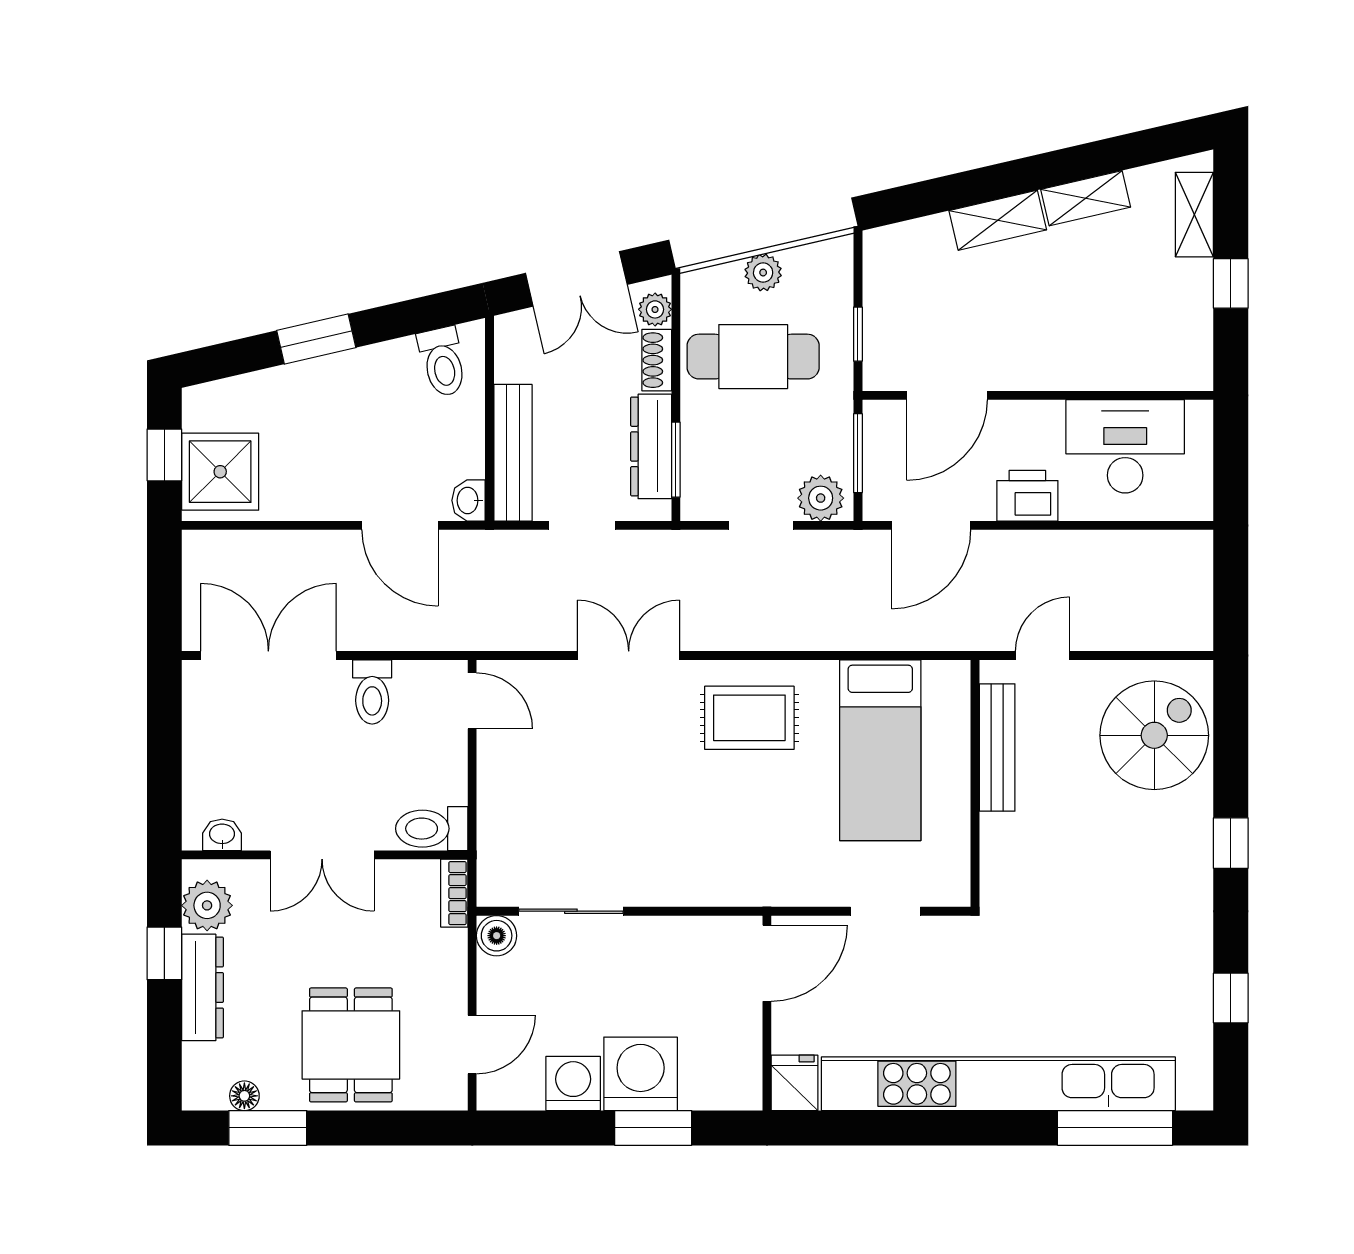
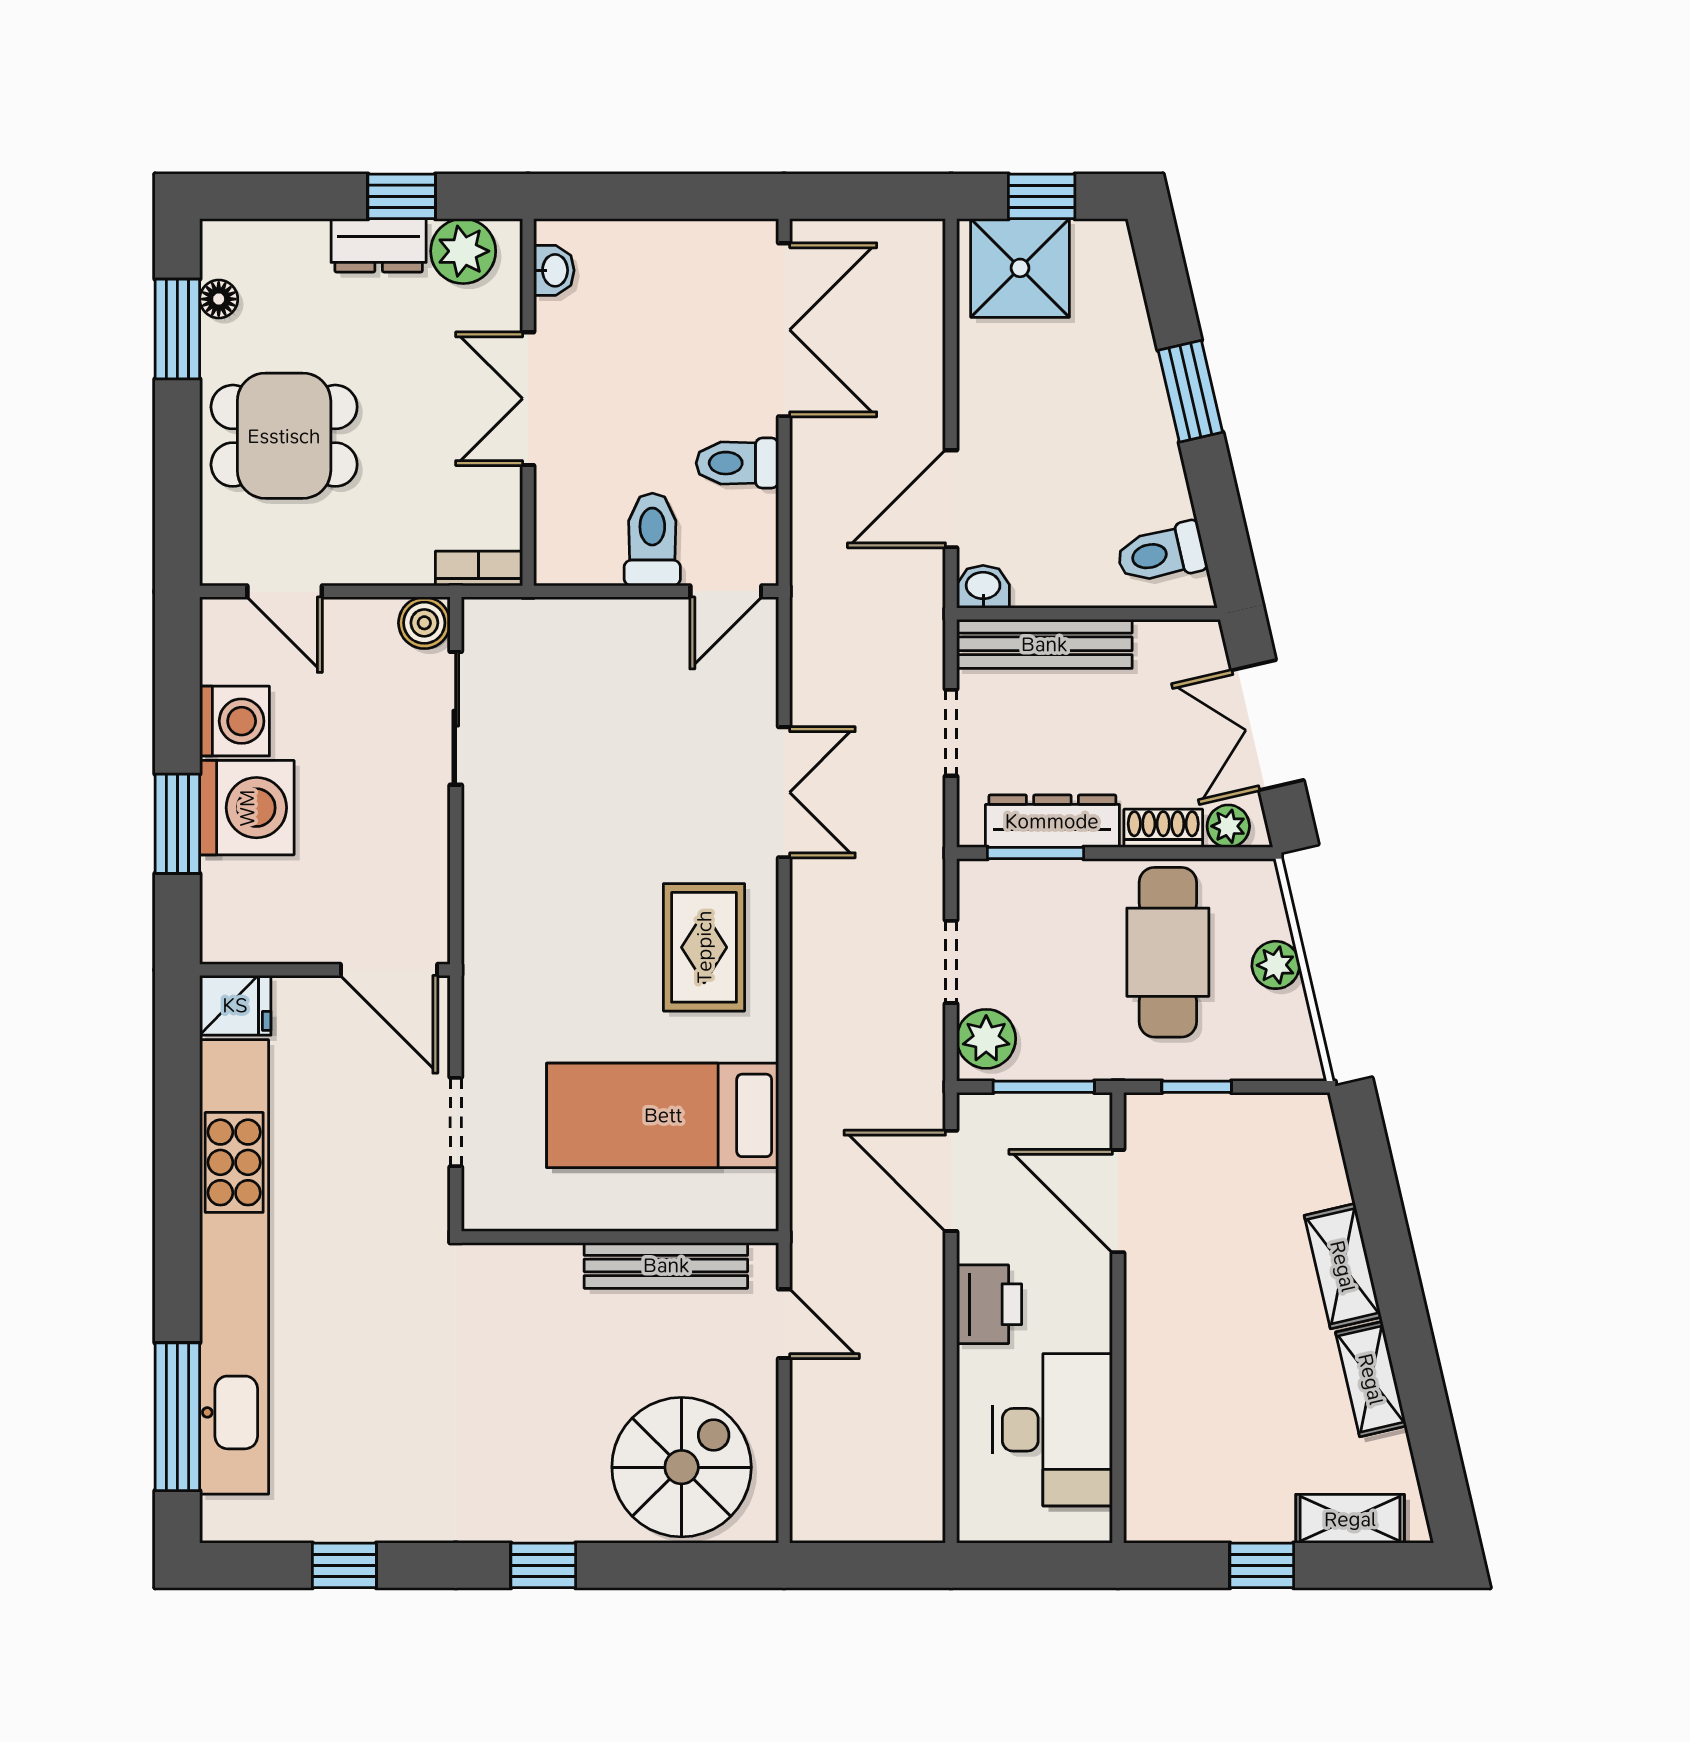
spiral stairs: (1154, 735) -> (682, 1467), turned -90
toilet: (432, 829) -> (652, 540), moved
dresser: (203, 987) -> (379, 245), width x0.70

